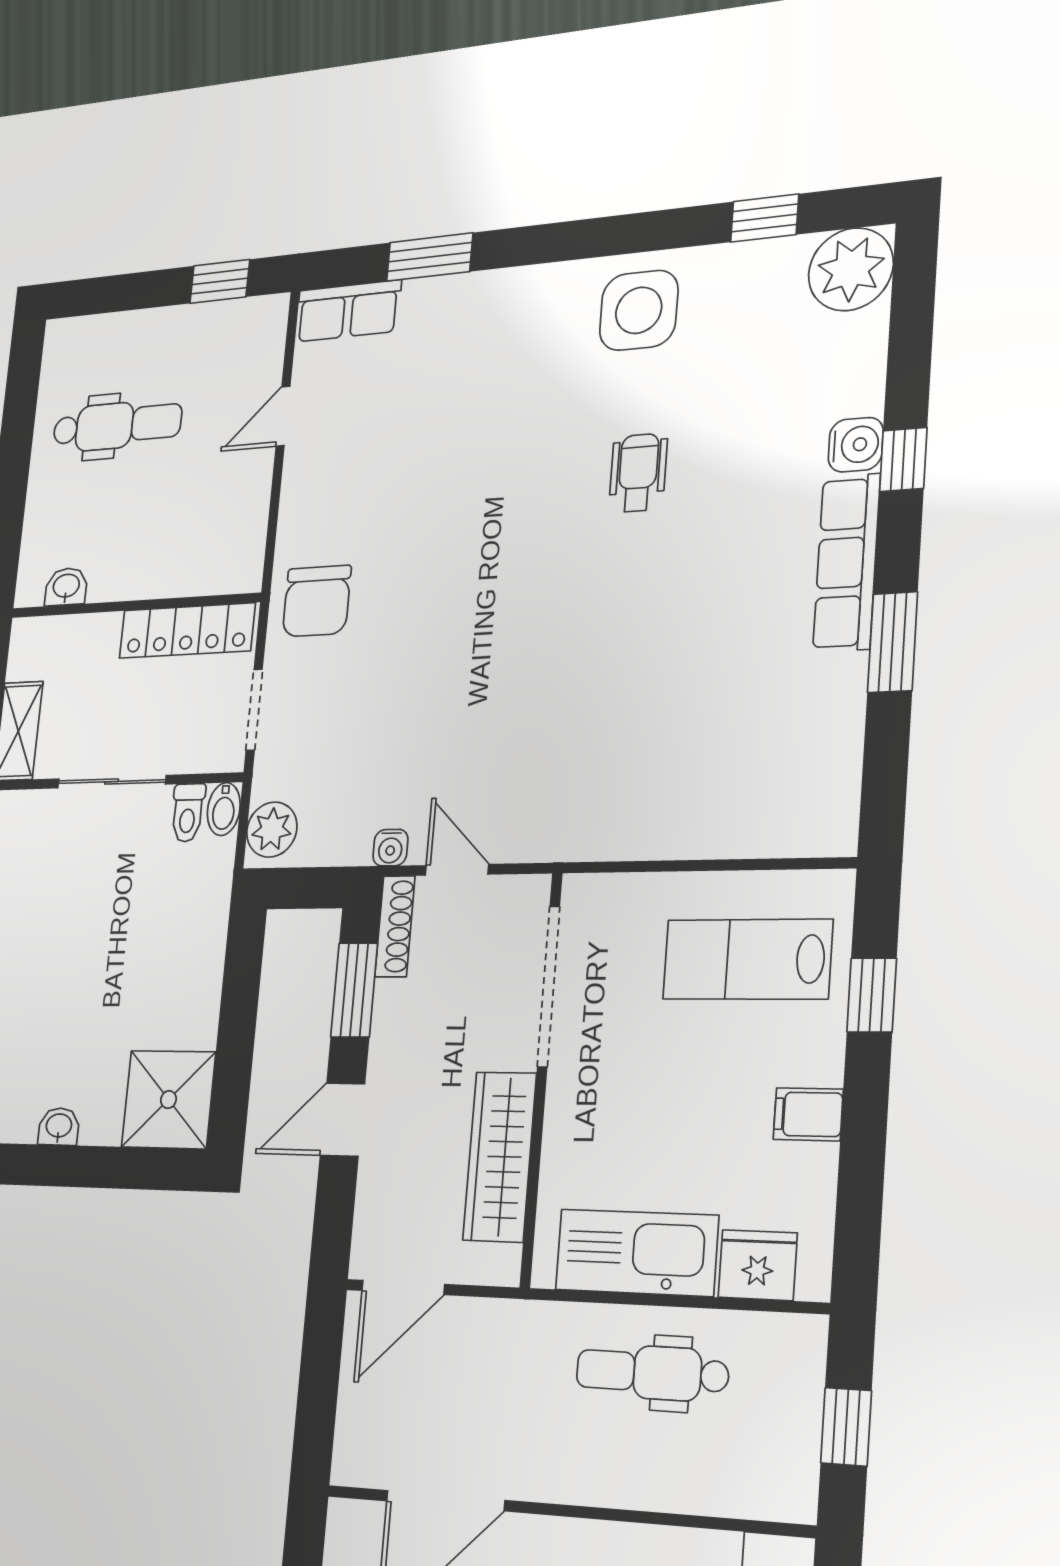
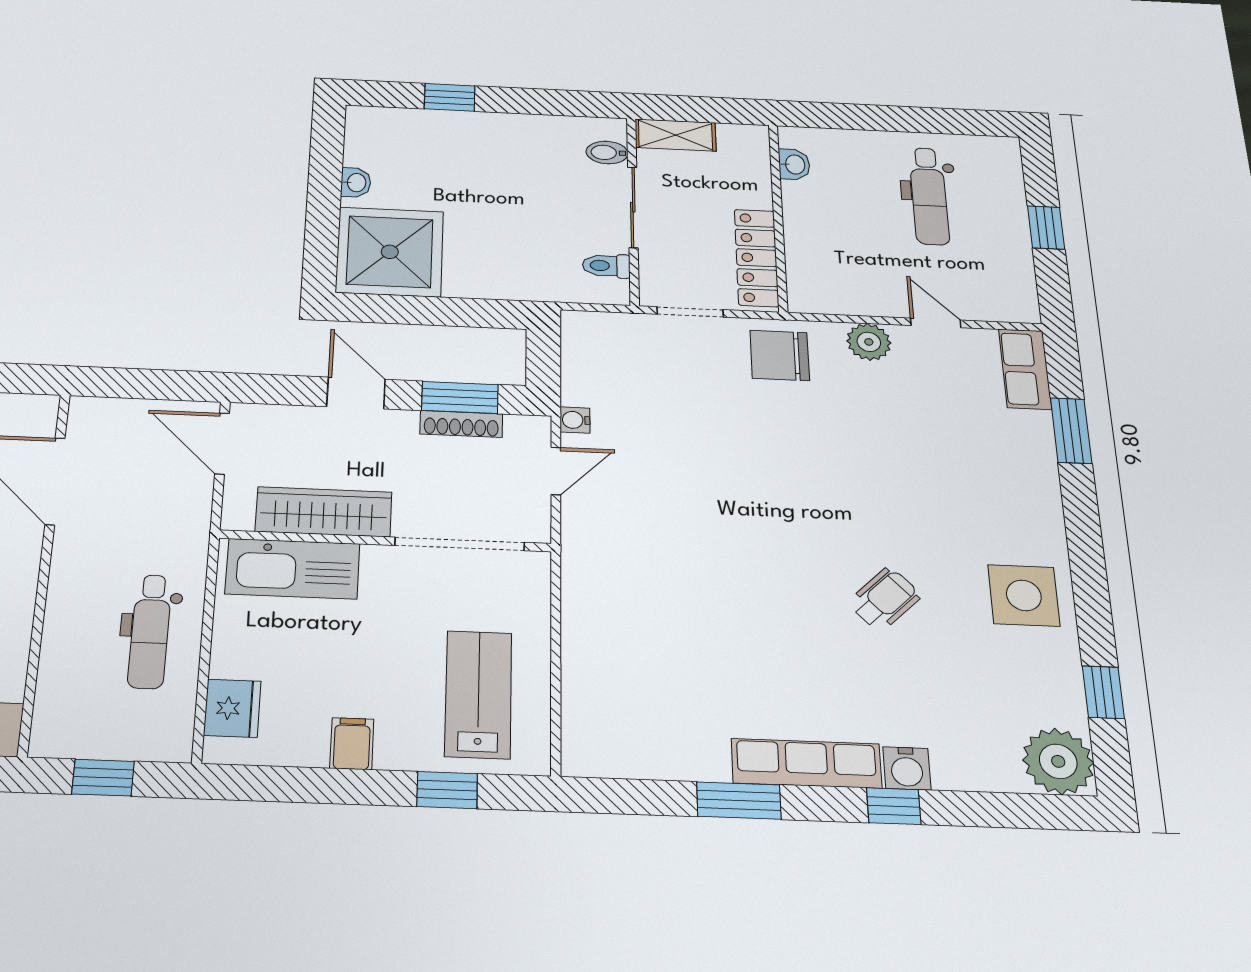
window: (220, 281) -> (1046, 227), moved
wheelchair: (638, 473) -> (885, 599), turned -44
bidet: (224, 809) -> (607, 153), moved
plant: (272, 830) -> (869, 342), moved
shoe rack: (395, 926) -> (461, 424), moved
shower: (168, 1100) -> (390, 252), width x1.37, depth x1.37
kitchen sink: (637, 1253) -> (293, 569), moved, turned 90
dental chair: (652, 1373) -> (150, 631), turned 180

